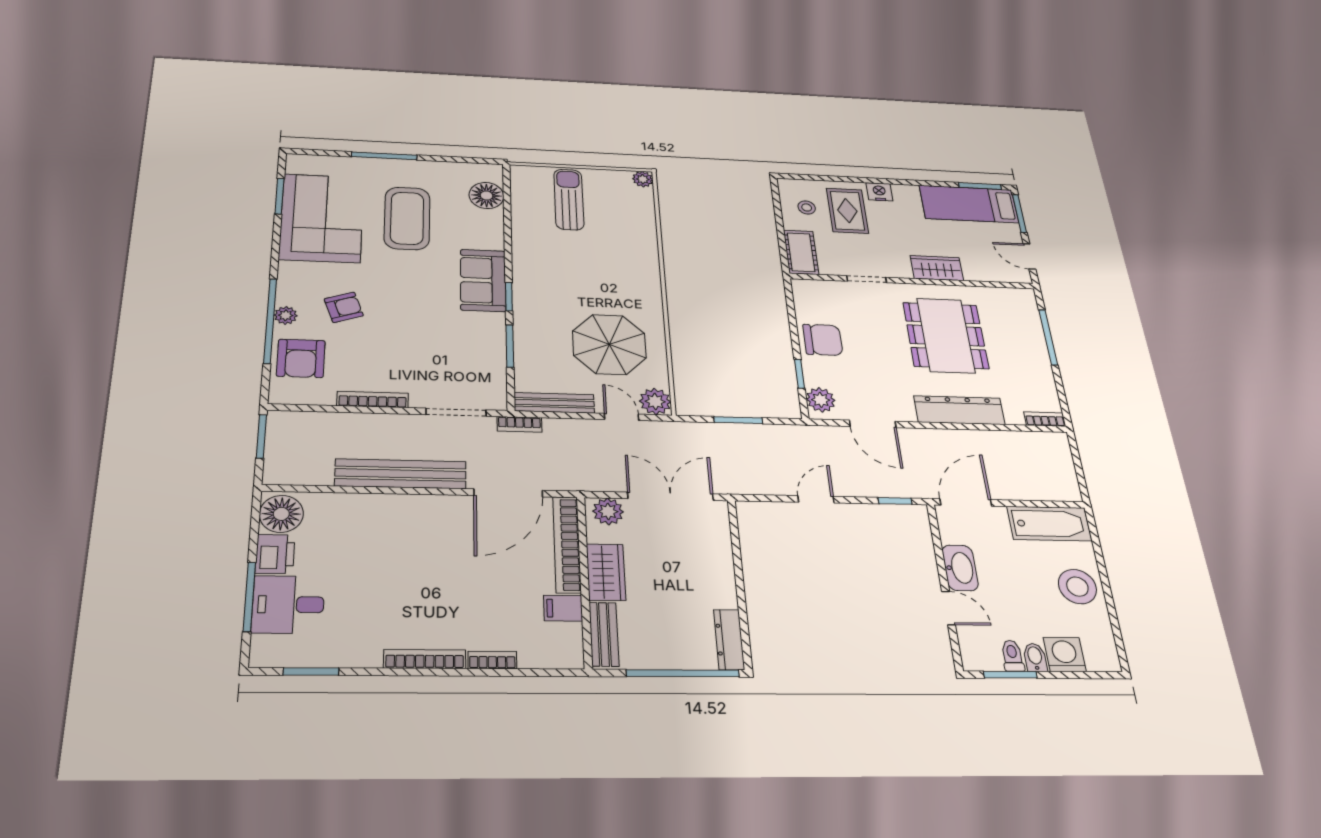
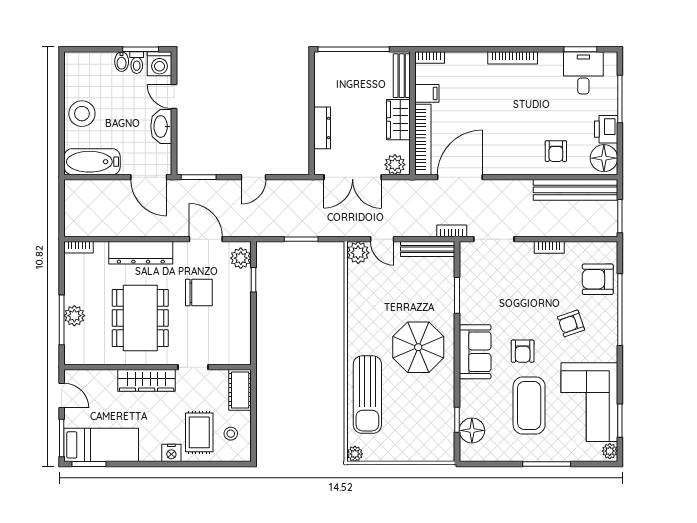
sun lounger: (569, 199) -> (367, 395), moved, width x1.36, depth x1.34
wardrobe: (937, 268) -> (147, 380), width x1.50
armchair: (415, 278) -> (523, 351), added
window: (509, 297) -> (457, 420), moved
plant: (286, 315) -> (610, 451), moved
chair: (823, 340) -> (199, 292), moved, turned 180
plant: (1033, 341) -> (74, 316), added
parasol: (609, 344) -> (418, 347), moved
armchair: (301, 358) -> (598, 279), turned -90
bookcase: (373, 400) -> (549, 247), width x0.64
bench: (401, 474) -> (575, 190), moved
window: (895, 501) -> (199, 177), width x1.50
door: (966, 502) -> (149, 177), hinge flipped
armchair: (358, 525) -> (556, 151), added
desk: (288, 604) -> (583, 73), moved, turned -90
dresser: (729, 640) -> (322, 128), moved
washing machine: (1065, 654) -> (160, 64), moved
bookcase: (492, 660) -> (430, 57), moved

